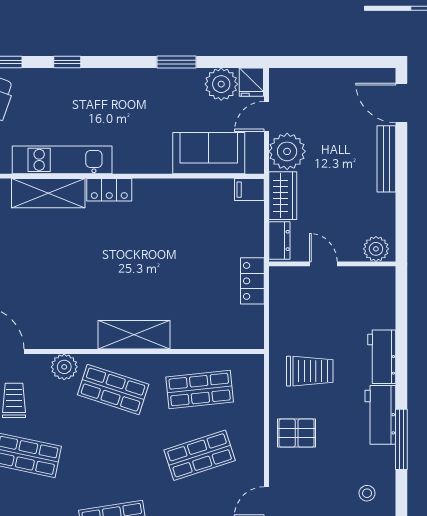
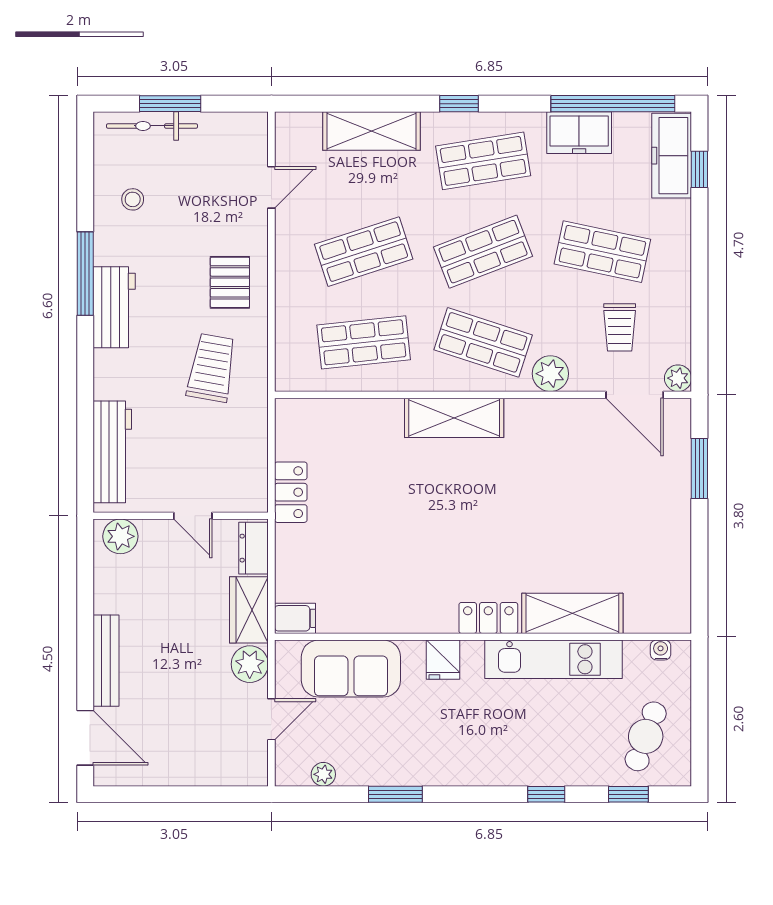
fridge: (251, 82) -> (443, 660), moved, turned 180
plant: (221, 84) -> (323, 774), width x0.53, depth x0.53
plant: (287, 151) -> (250, 664), width x0.73, depth x0.73
workbench: (382, 357) -> (112, 452), moved, width x1.38
trolley: (310, 371) -> (212, 368), turned 100
pallet: (297, 433) -> (230, 282), turned 90
shop shelf: (113, 455) -> (483, 252), added

